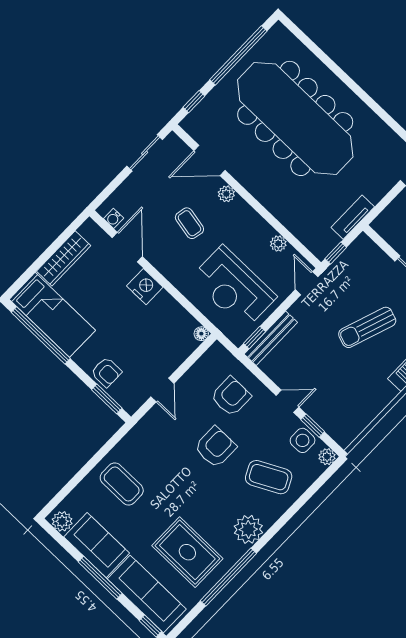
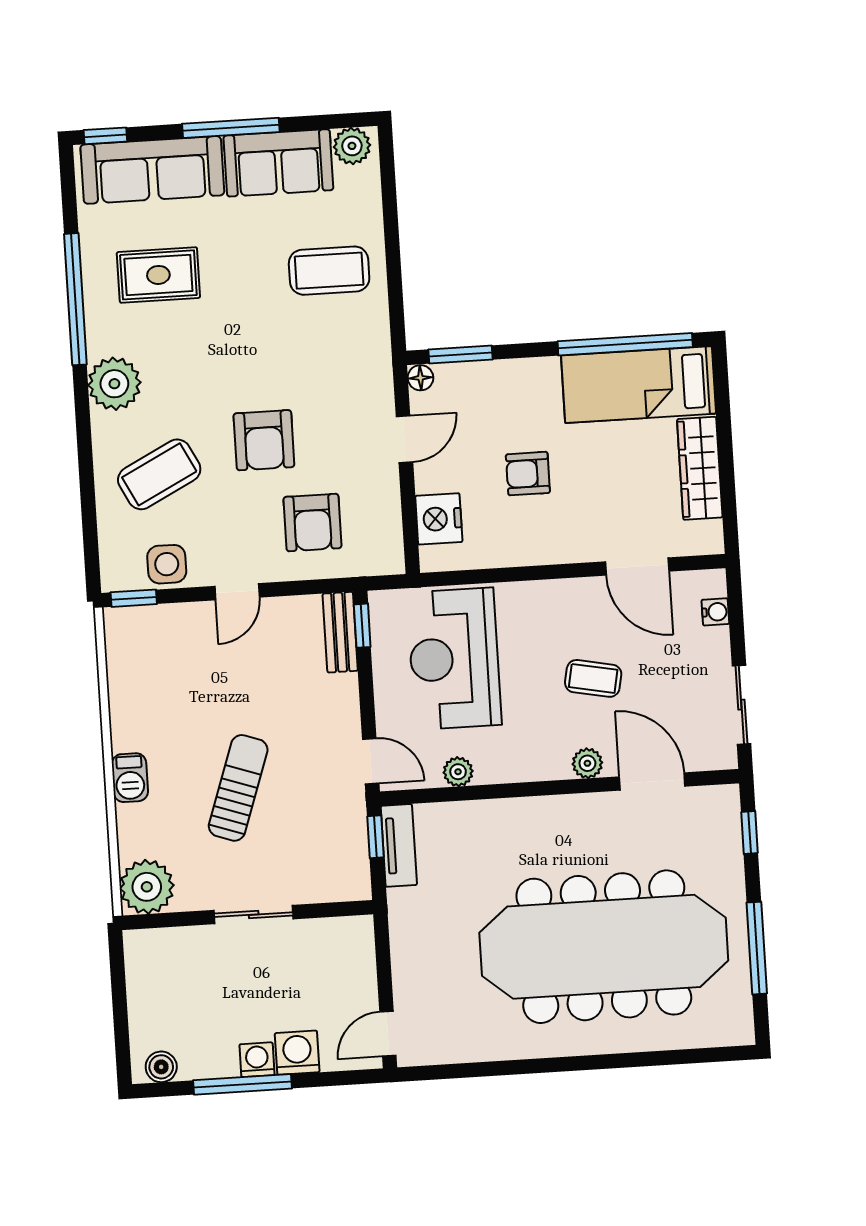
window: (238, 55) -> (757, 948), width x0.68
door: (209, 160) -> (652, 782), hinge flipped
tv unit: (353, 217) -> (399, 845), moved
water cooler: (114, 218) -> (715, 612), moved, turned 90
nightstand: (145, 287) -> (439, 519), moved, turned 90
reception desk: (233, 287) -> (454, 659), turned -90
floor lamp: (201, 334) -> (420, 378), moved
bench: (271, 338) -> (340, 632), width x0.73
armchair: (106, 372) -> (528, 474), moved
door: (162, 390) -> (404, 439), swing flipped
window: (313, 426) -> (134, 598), moved
plant: (327, 457) -> (115, 577), removed
rug: (187, 552) -> (158, 275), width x0.73, depth x0.70

